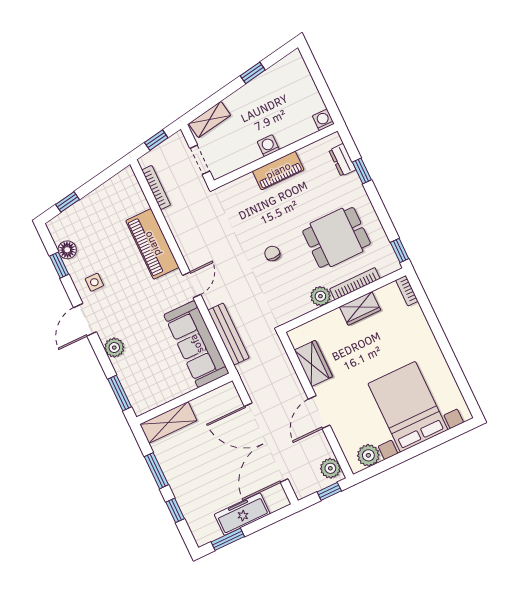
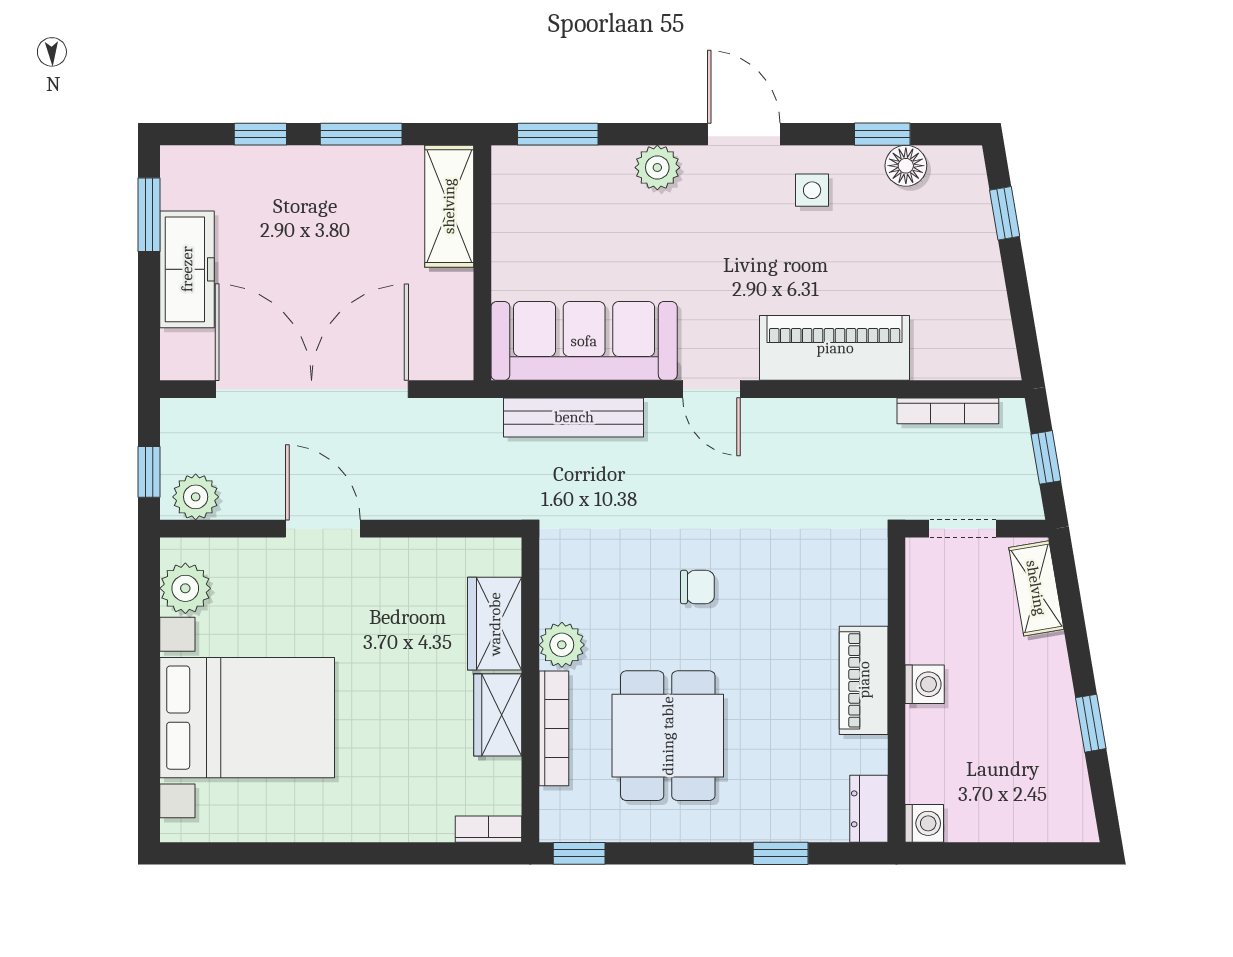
dresser: (342, 160) -> (869, 809), moved, turned -90
wardrobe: (313, 363) -> (495, 624), moved, turned 90

